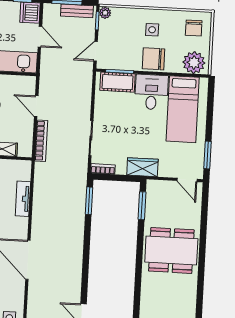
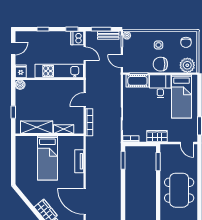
door: (96, 51) -> (122, 61), hinge flipped
door: (36, 106) -> (85, 100), hinge flipped
dining table: (171, 250) -> (179, 190), turned 90

